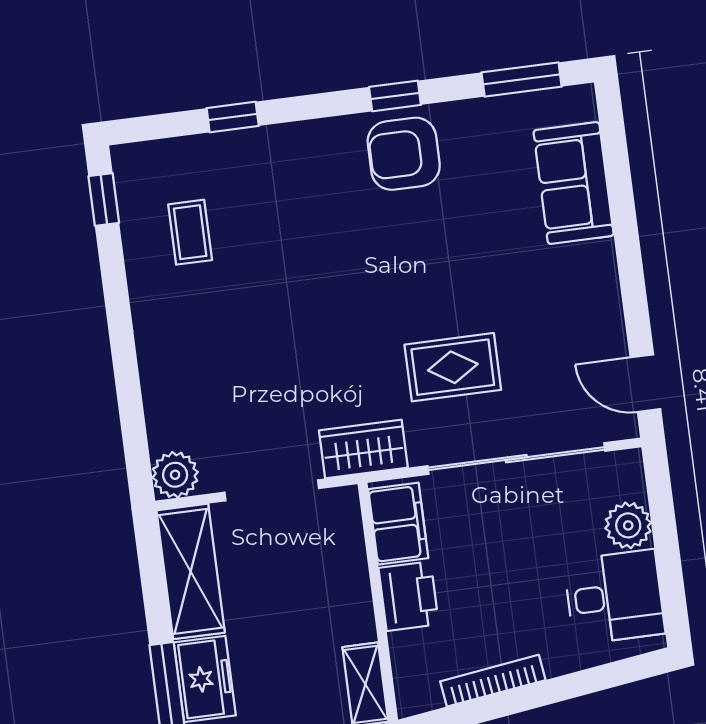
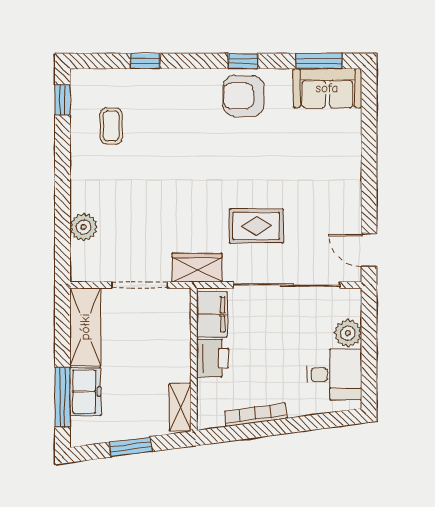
sofa: (574, 183) -> (327, 88), moved, turned -90
plant: (175, 475) -> (84, 227), moved

